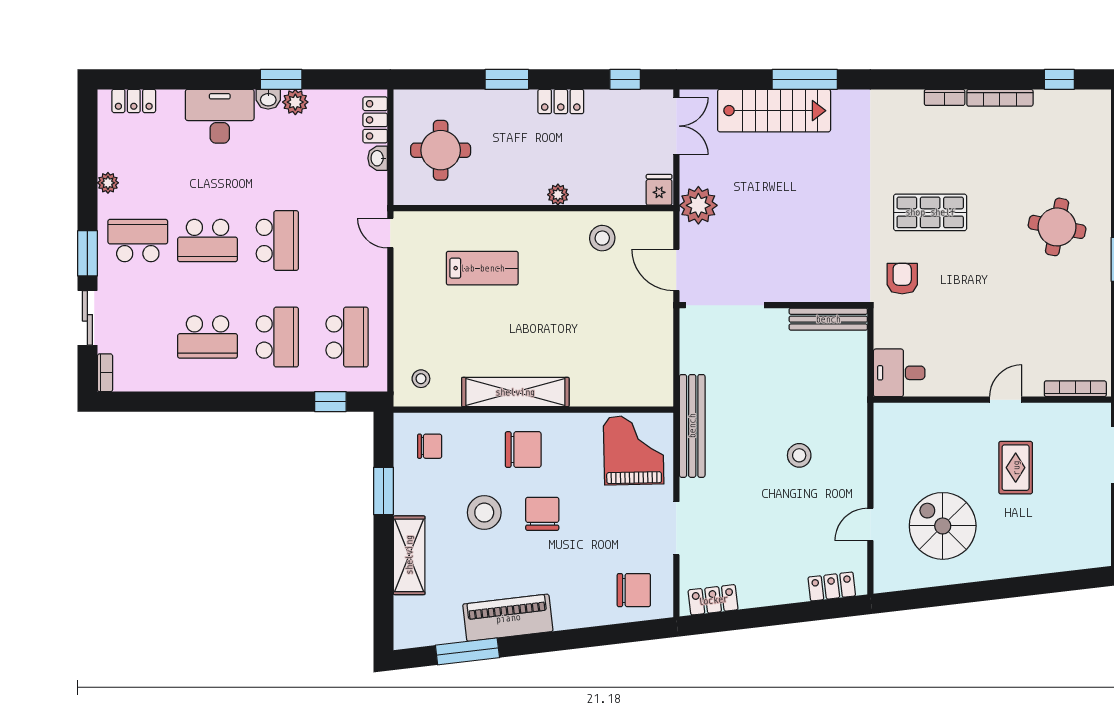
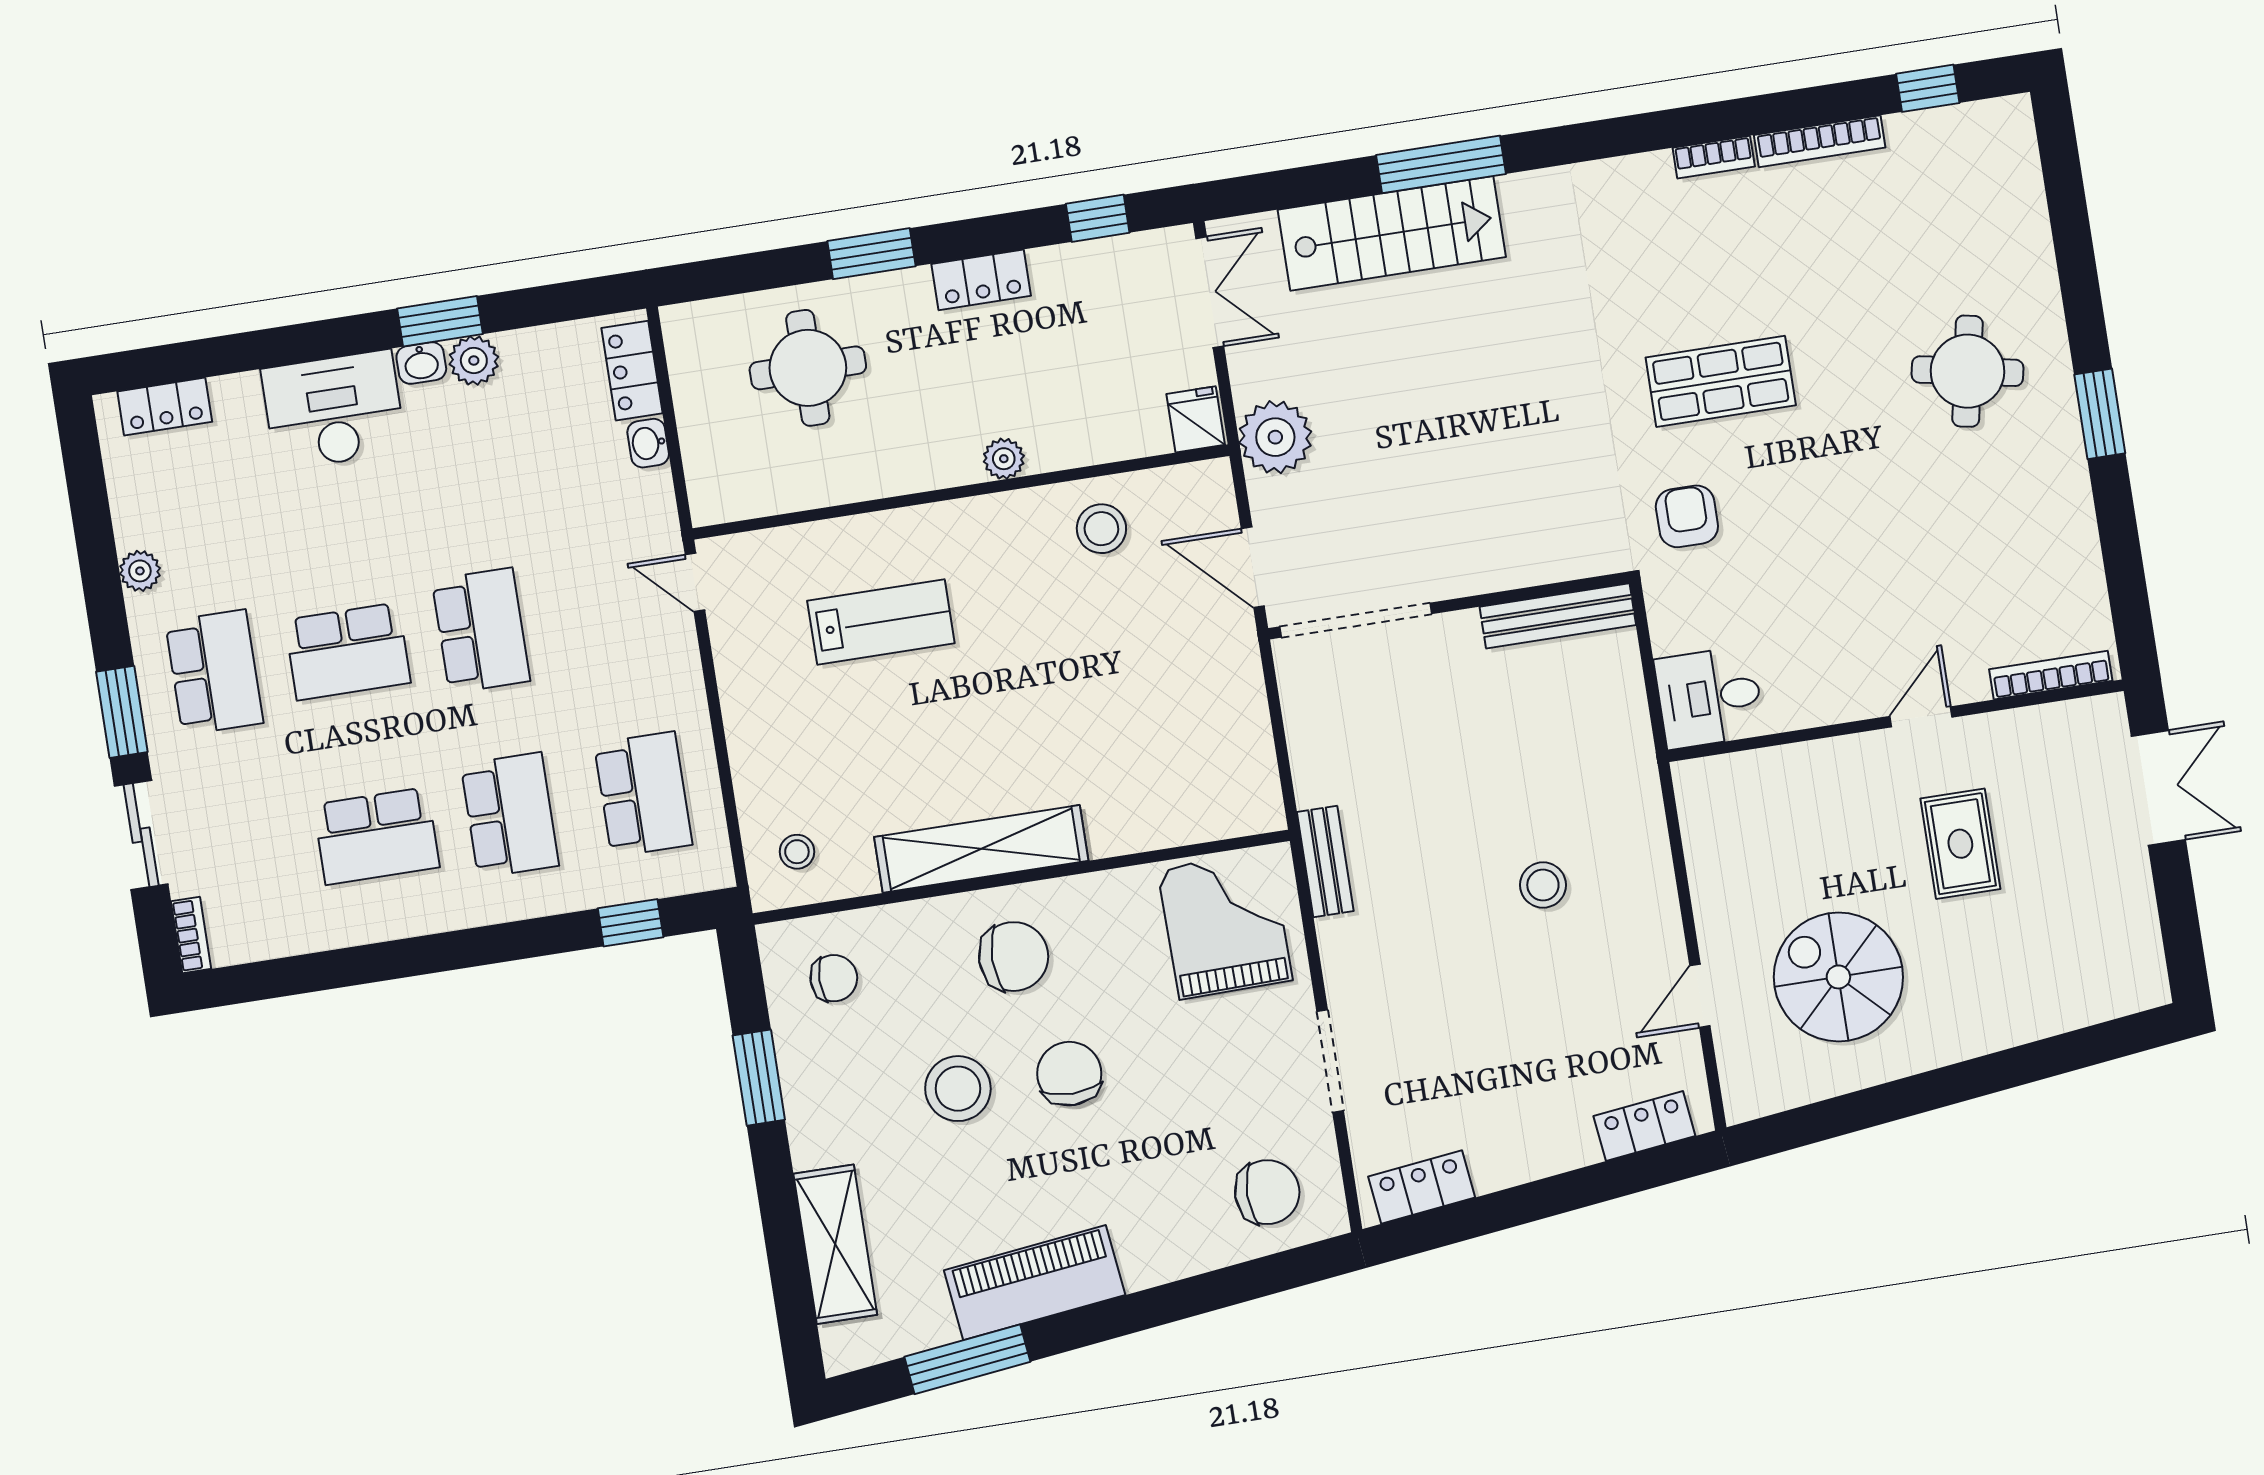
round table: (441, 150) -> (808, 368), moved
school desk: (138, 241) -> (214, 672), turned 90
bench: (692, 426) -> (1325, 861), width x0.54, depth x0.82
shelving: (409, 555) -> (835, 1244), moved

